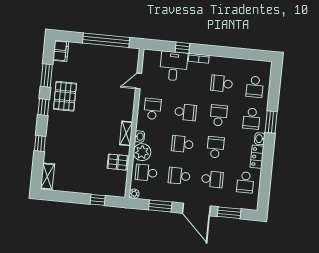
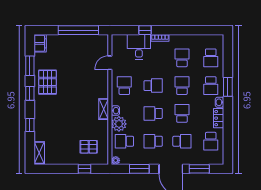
school desk: (222, 84) -> (182, 58), turned 90
pallet: (118, 162) -> (89, 147), moved

